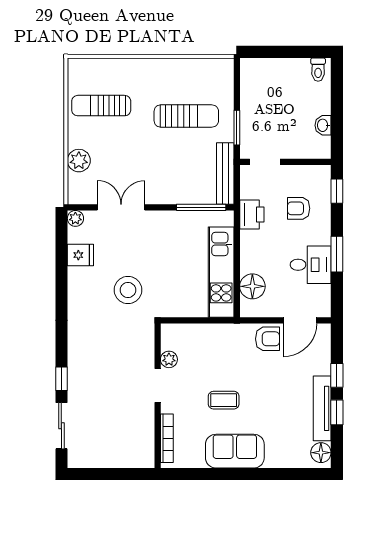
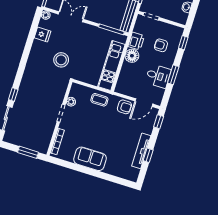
floor lamp: (252, 286) -> (132, 56), moved
window: (337, 375) -> (159, 122), moved
coffee table: (224, 400) -> (99, 100), moved
floor lamp: (321, 453) -> (134, 173), removed
window: (120, 474) -> (28, 152), added

